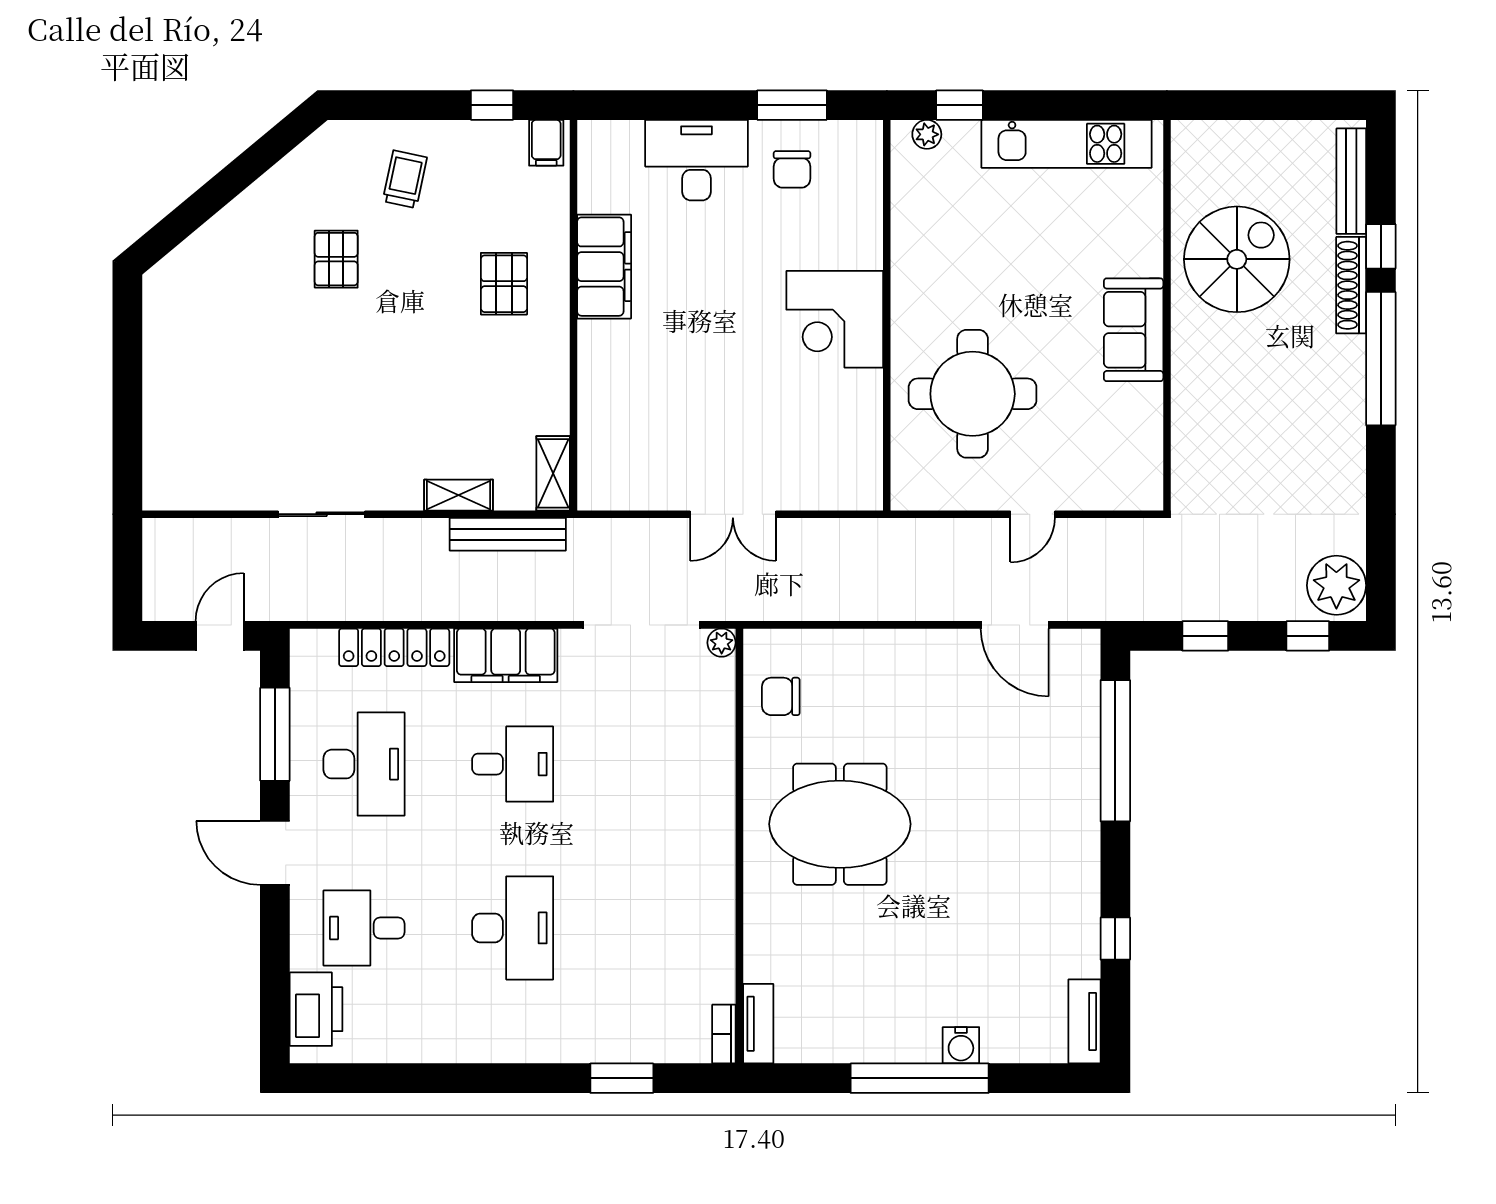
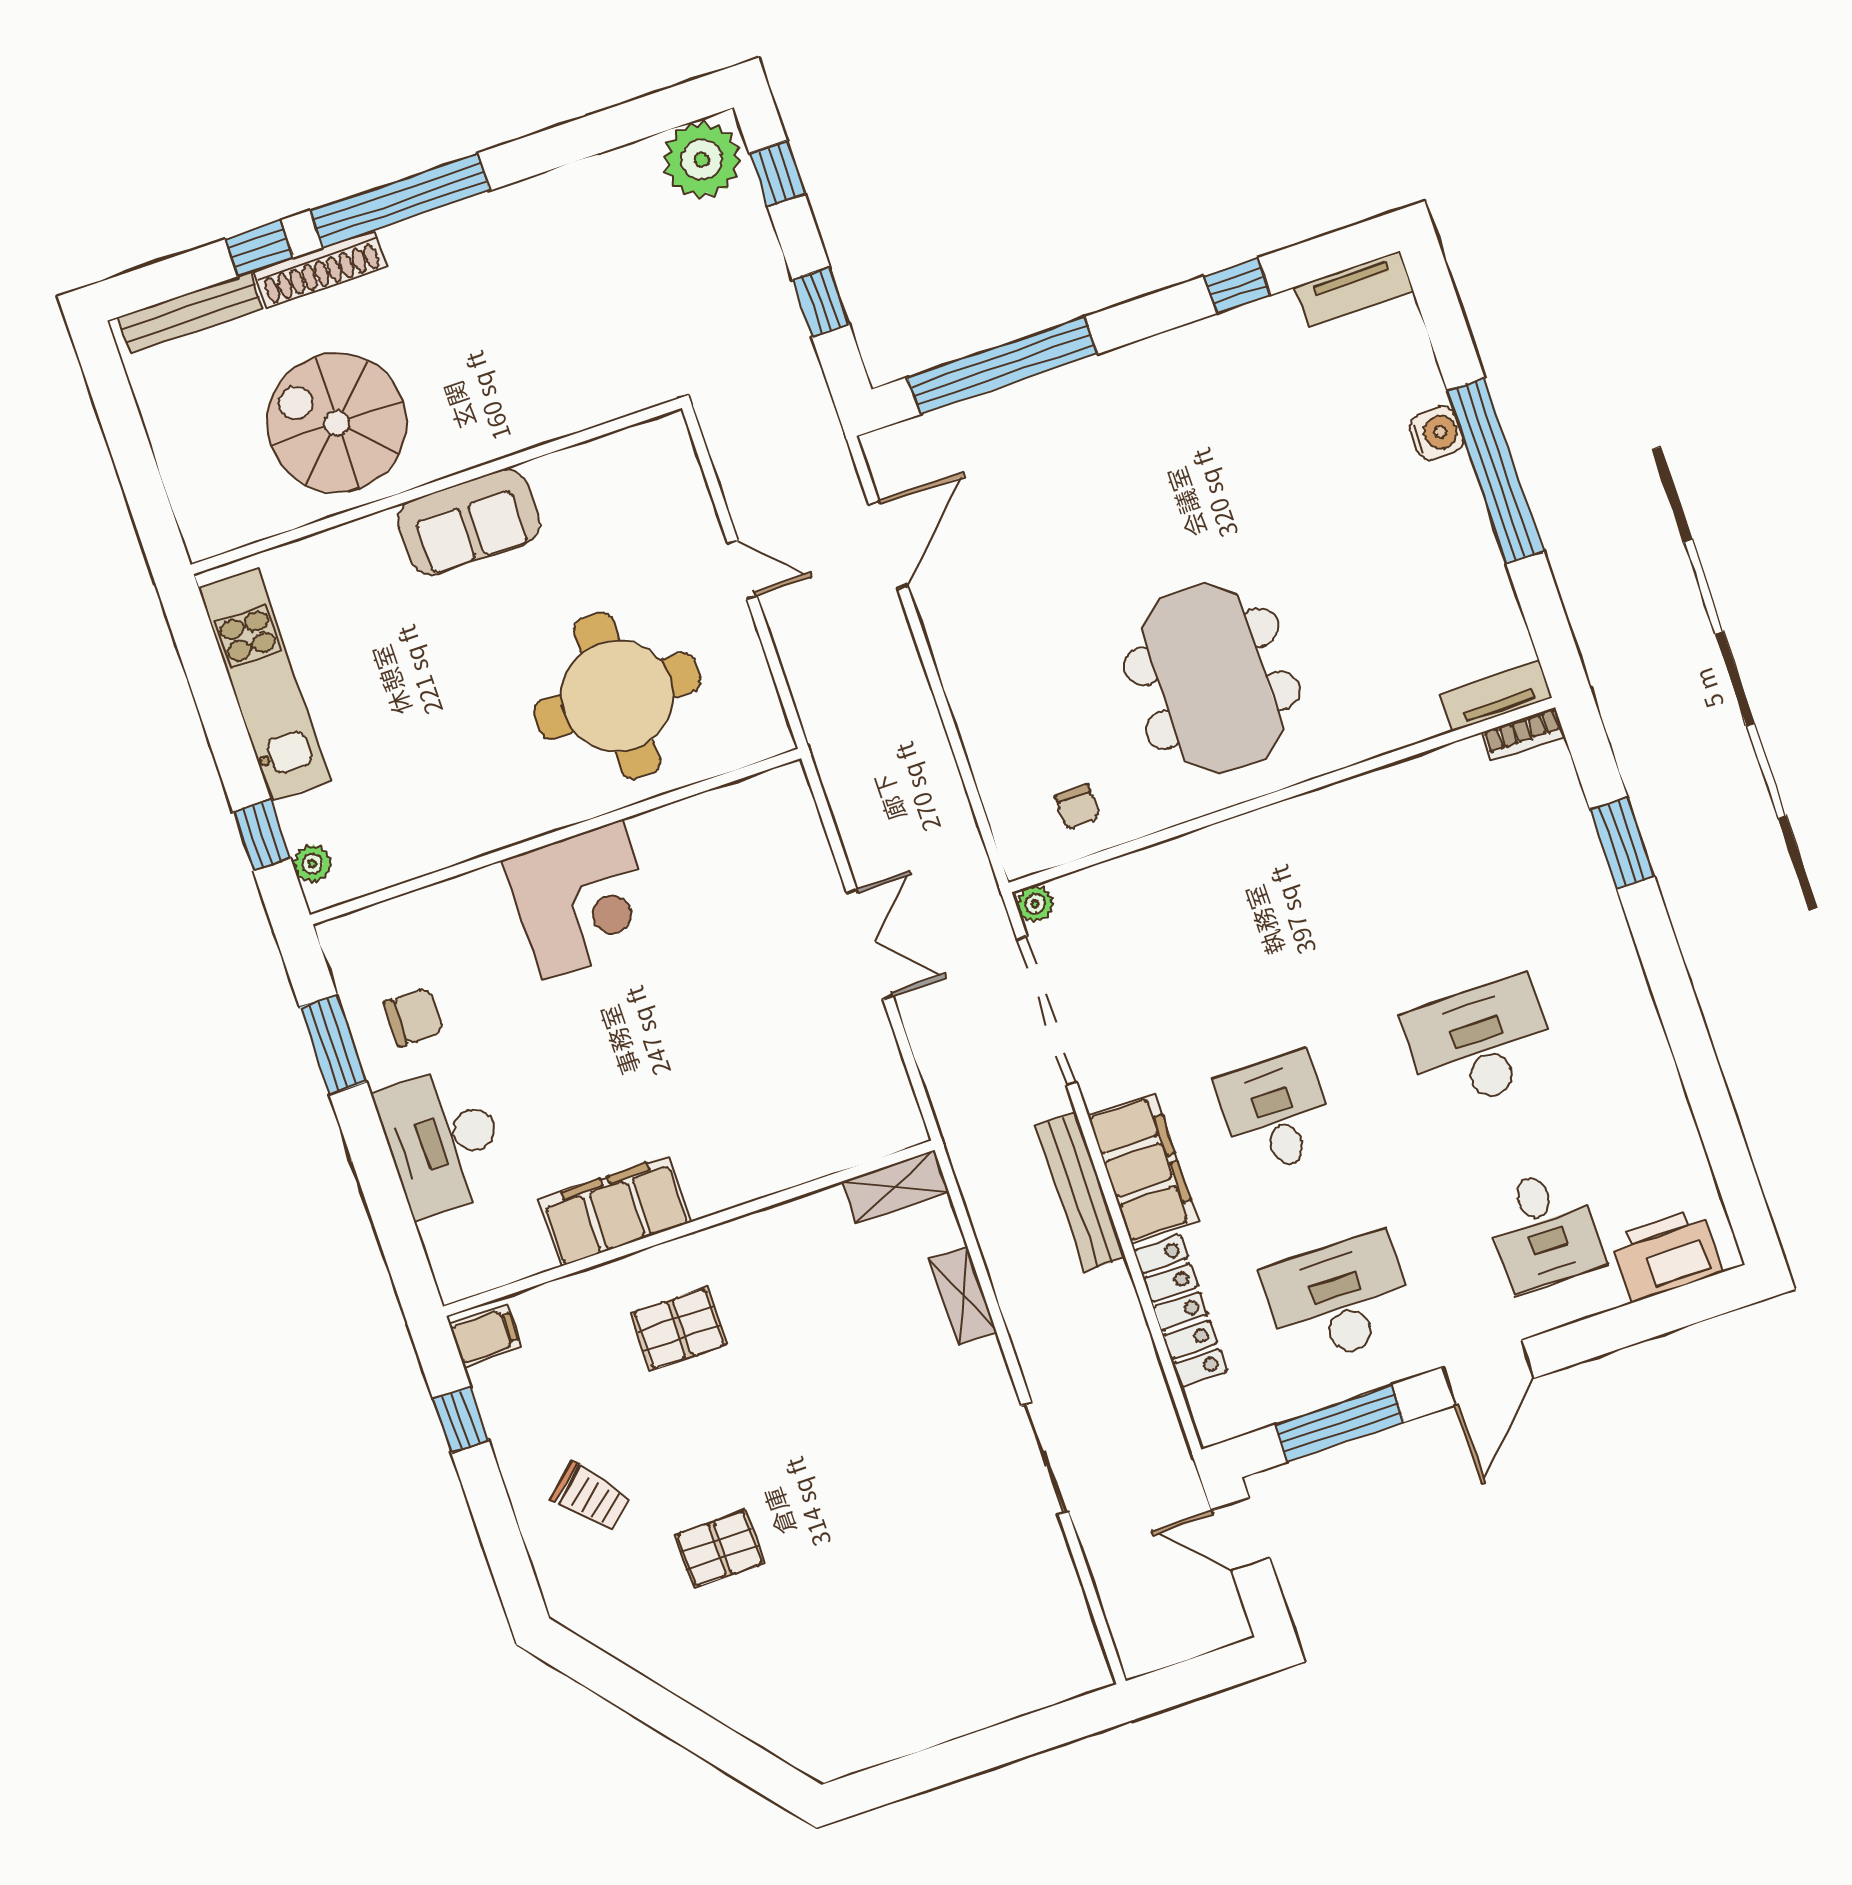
trolley: (405, 179) -> (591, 1497), turned -143
bench: (508, 534) -> (1080, 1192), moved
chair: (781, 696) -> (1077, 807), width x0.73, depth x0.73

